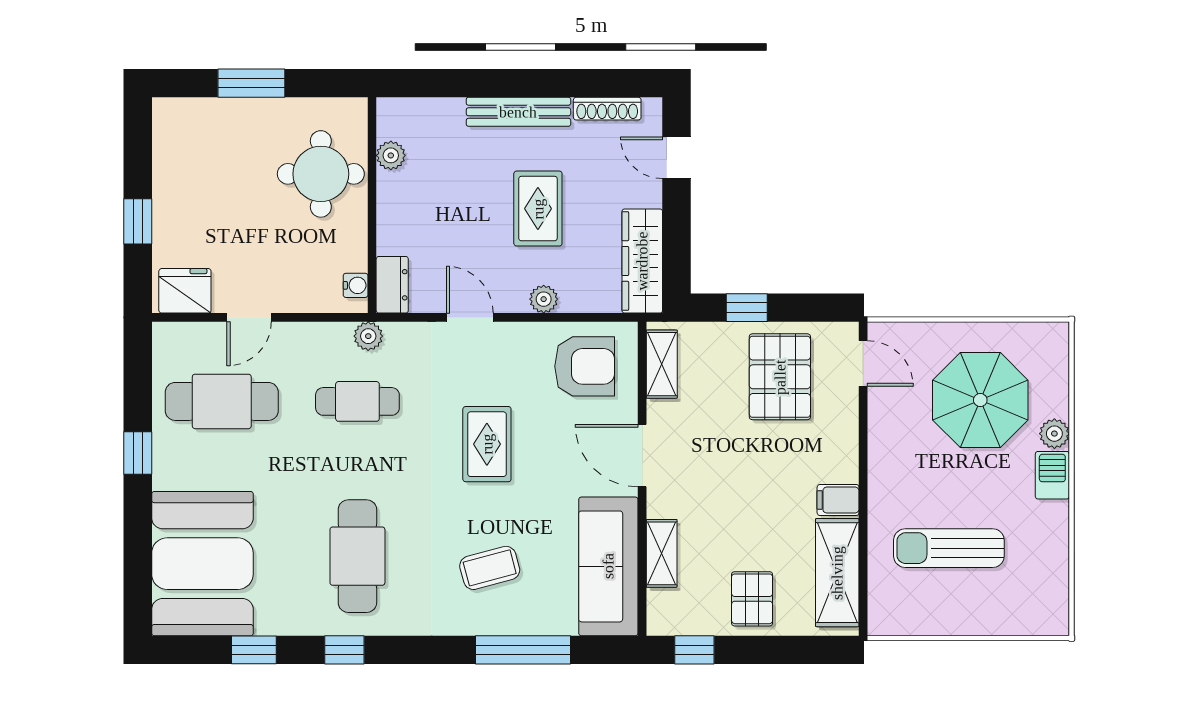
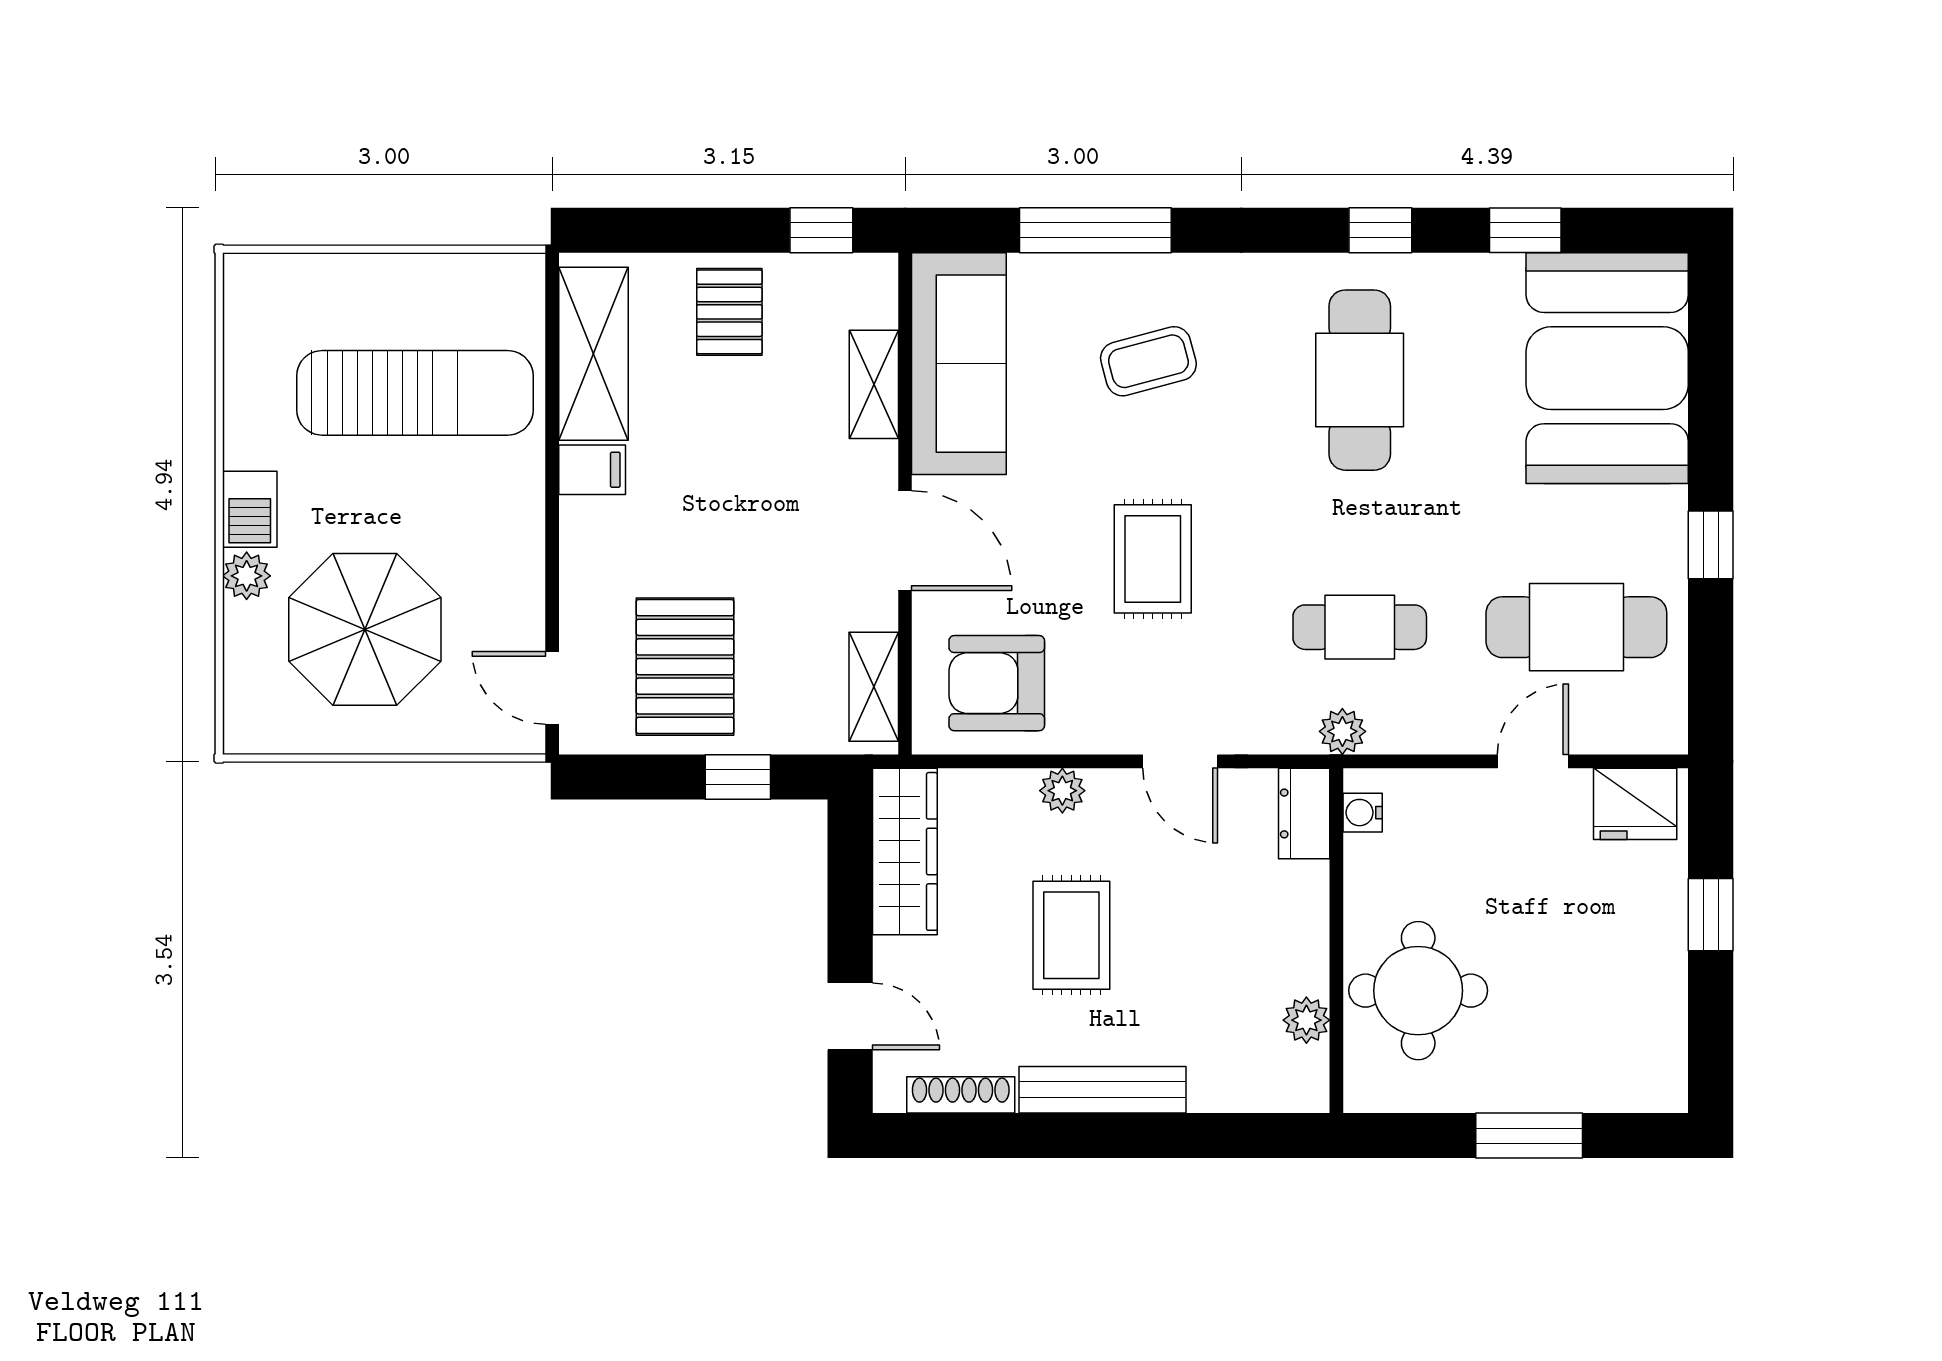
sun lounger: (949, 548) -> (415, 393), width x1.36, depth x1.34

